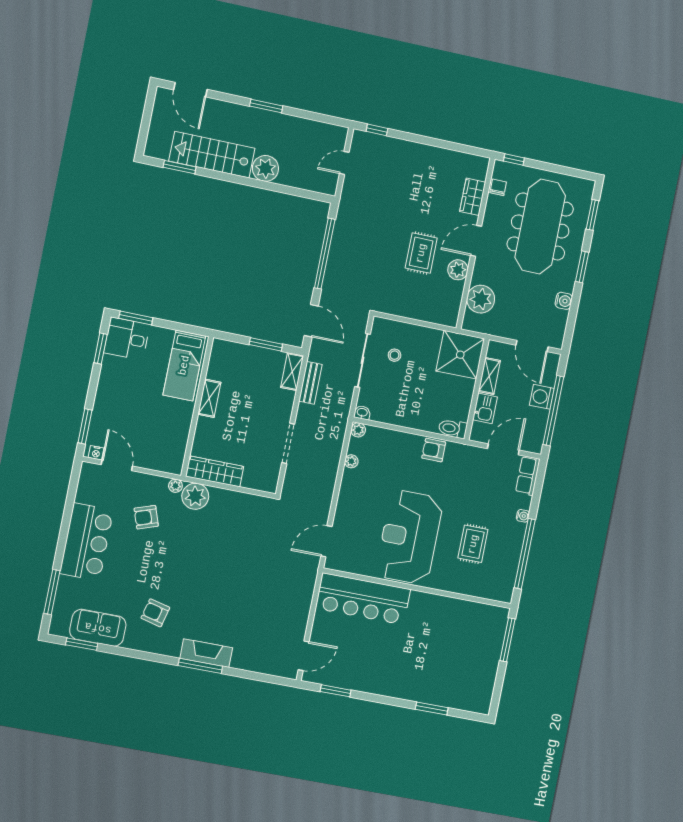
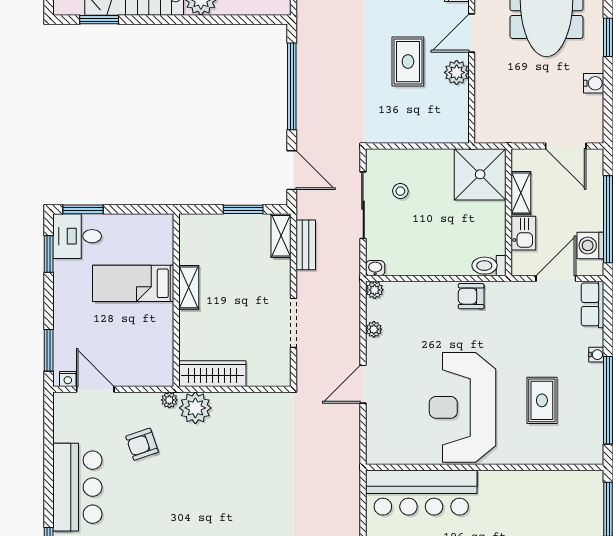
plant: (481, 299) -> (491, 102), removed
bed: (184, 365) -> (133, 283), moved, turned 90
washing machine: (542, 397) -> (590, 245), moved
door: (326, 541) -> (363, 384), moved

